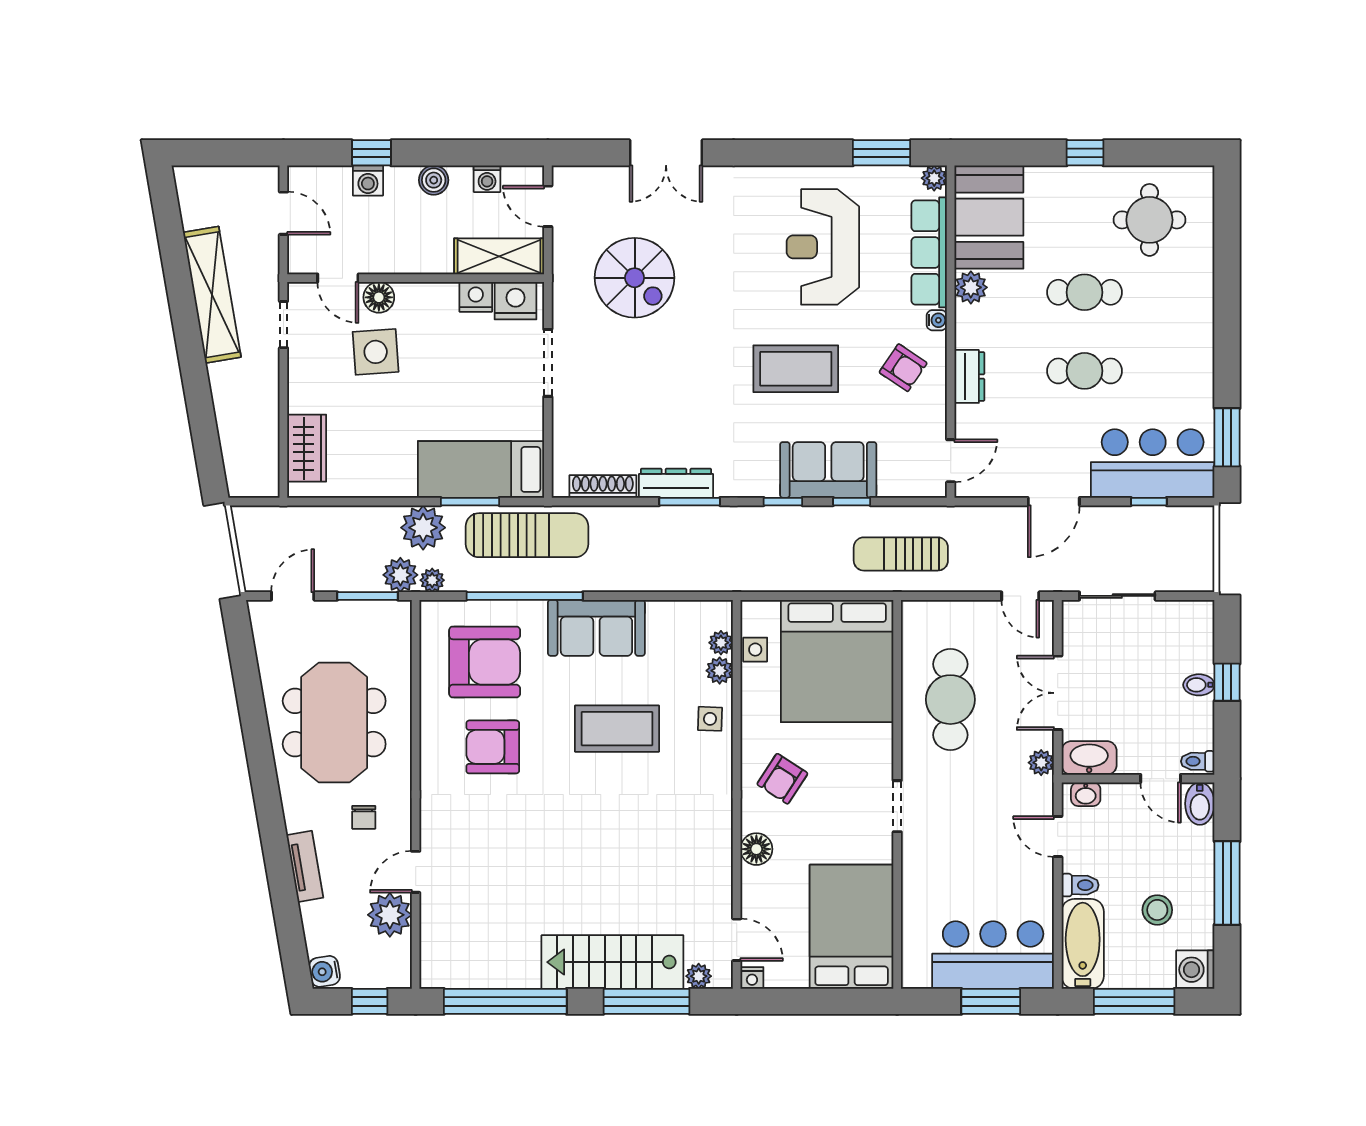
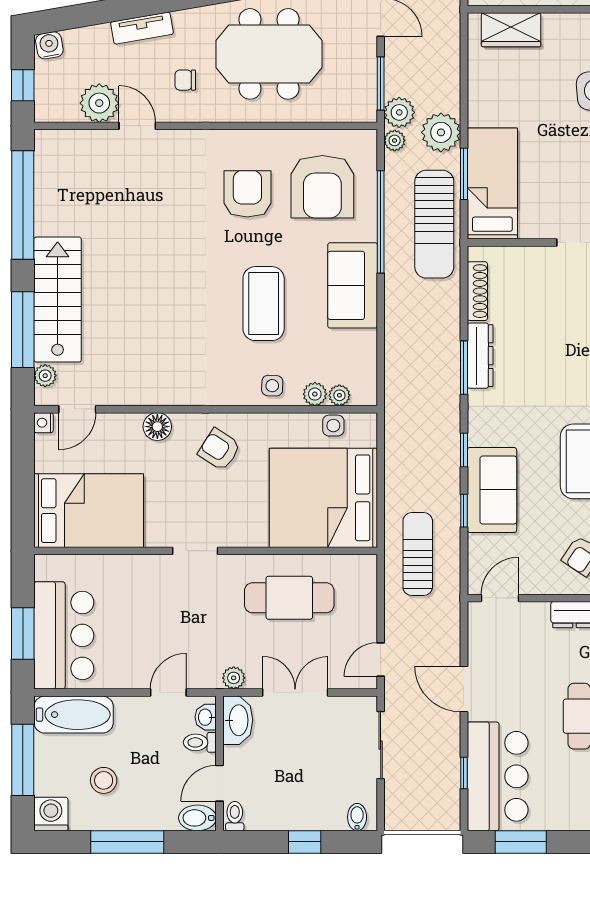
door: (951, 461) -> (500, 598), swing flipped
bidet: (1199, 685) -> (357, 817), moved
toilet: (1080, 885) -> (200, 742), moved, turned 90

